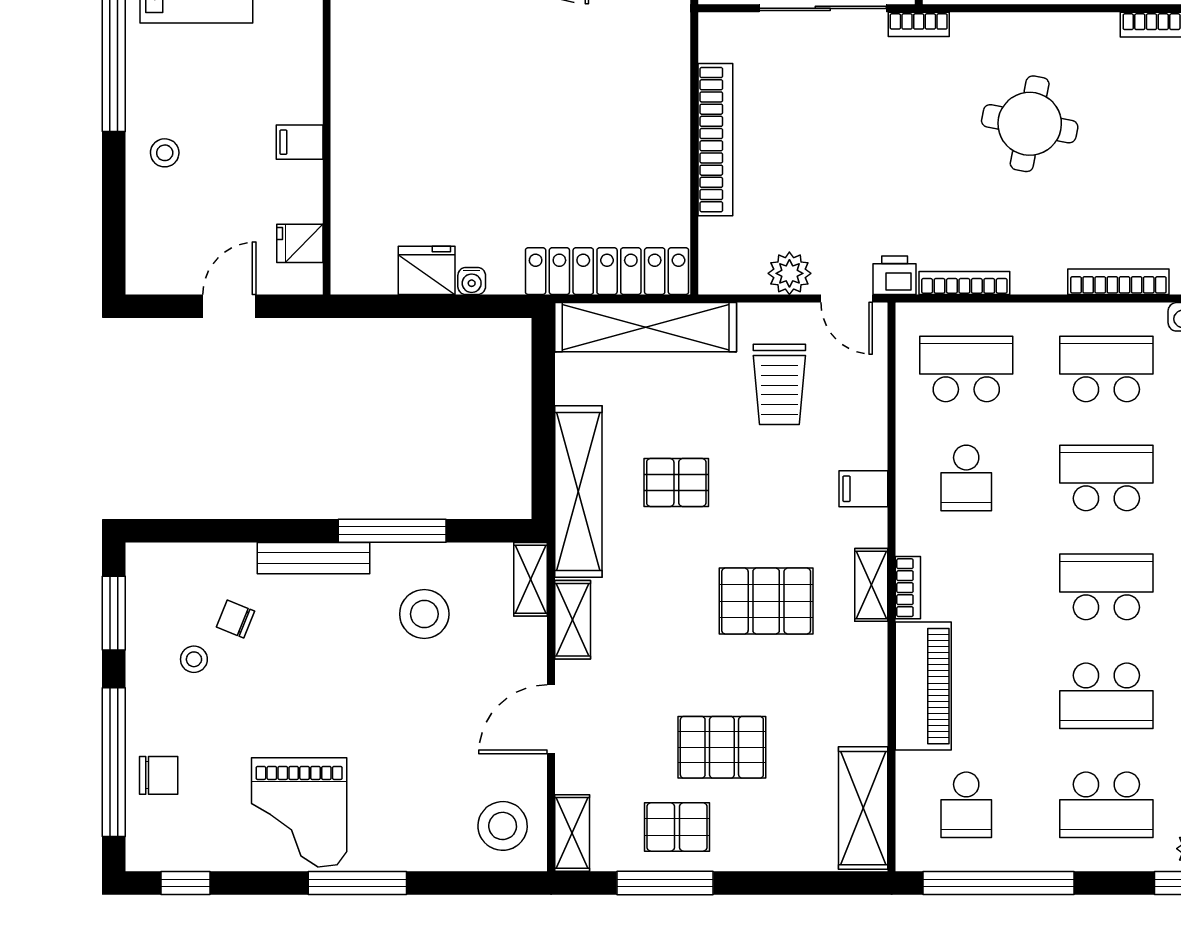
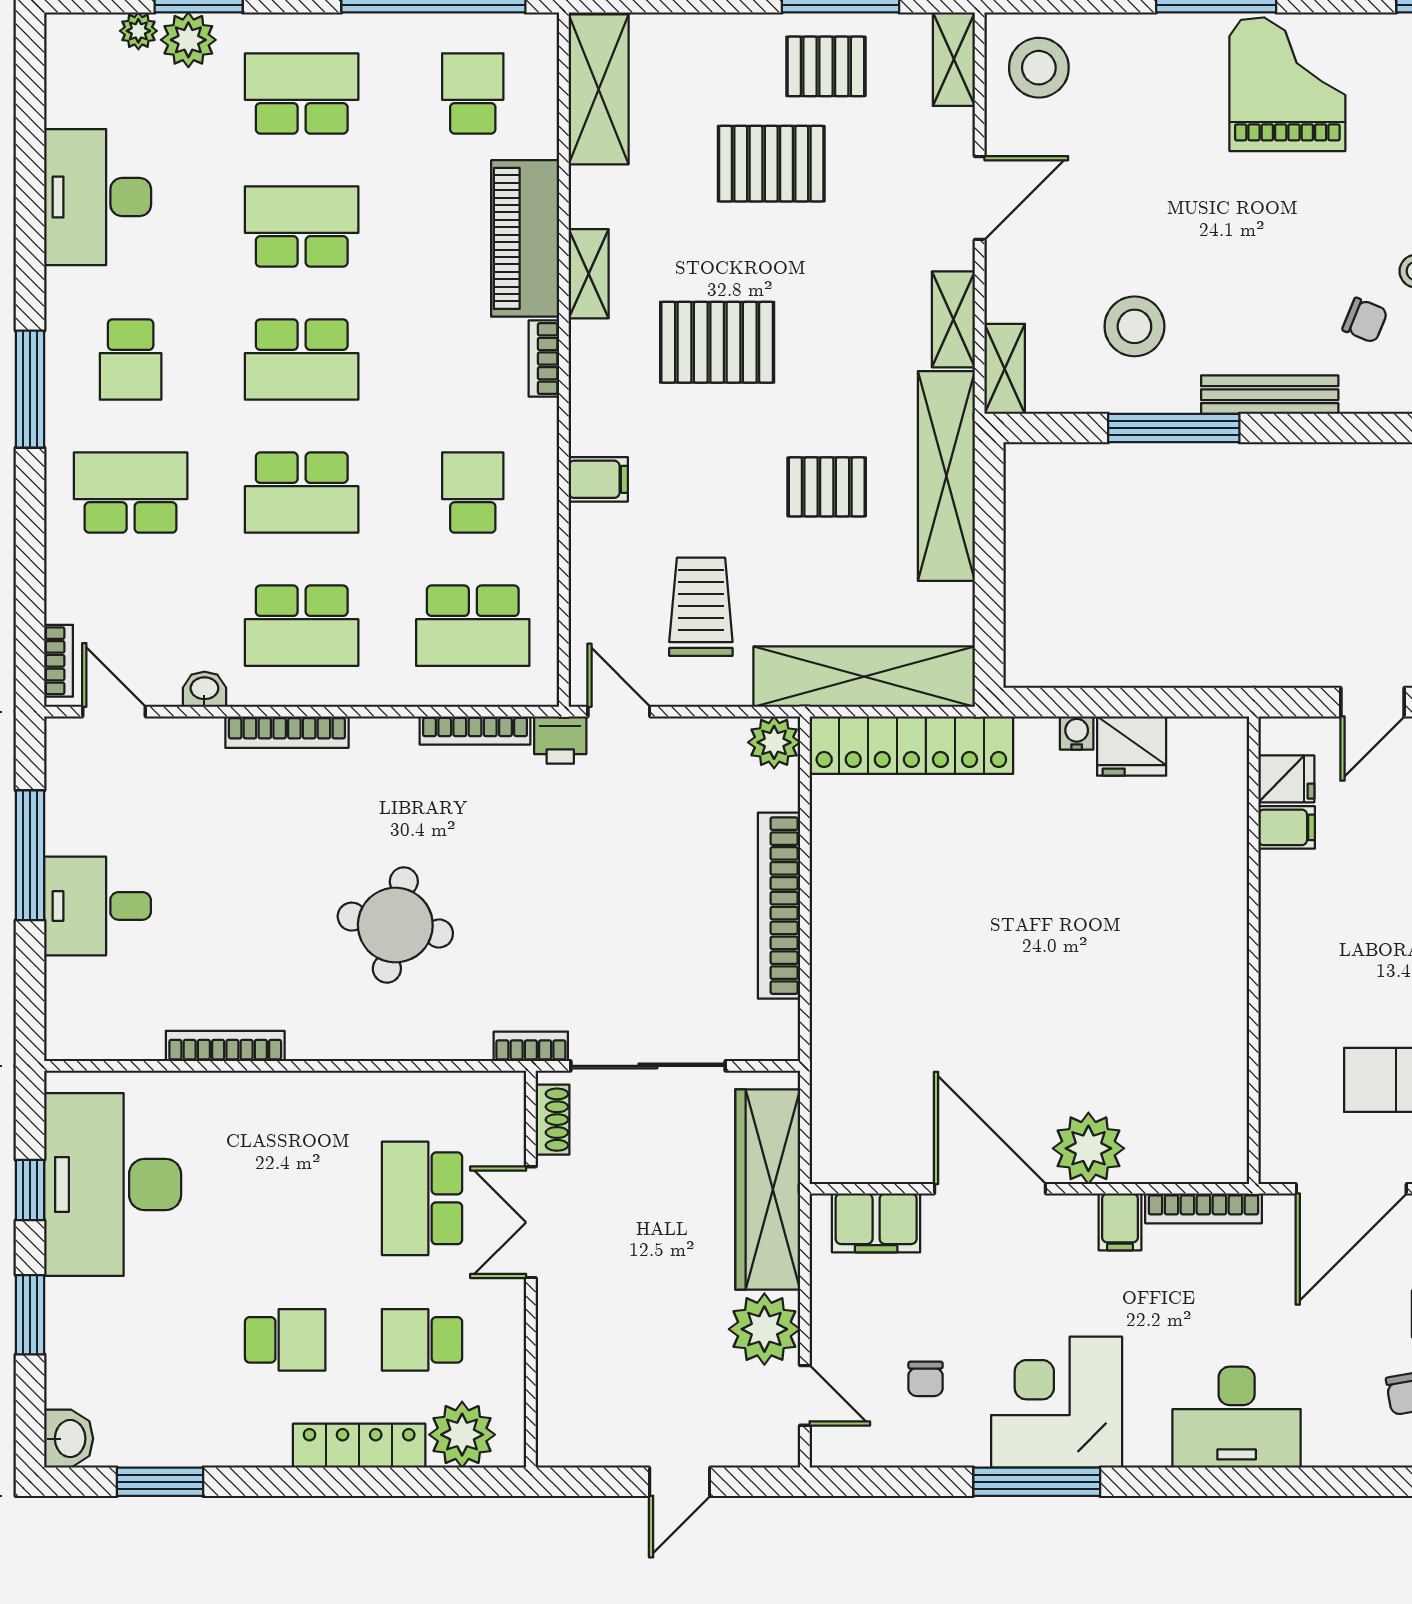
filing cabinet: (300, 142) -> (1287, 827), moved
plant: (789, 273) -> (774, 742), moved
shelving: (871, 585) -> (589, 274), moved

